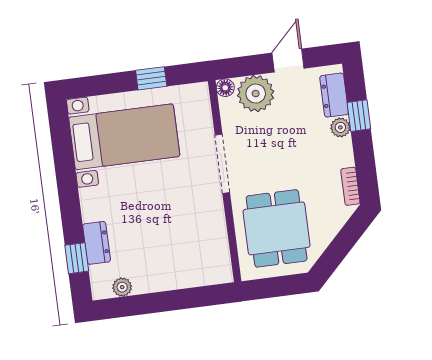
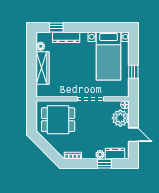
dresser: (97, 243) -> (66, 37), width x1.44
wardrobe: (169, 277) -> (43, 68), added

